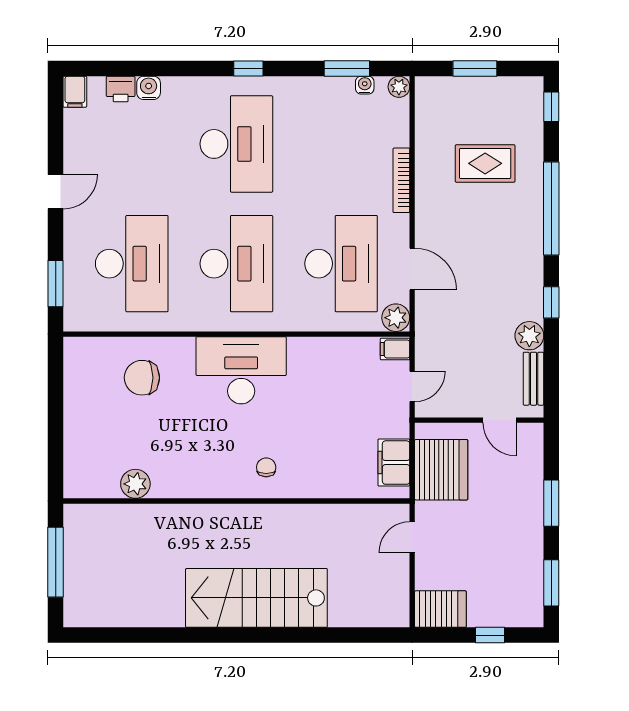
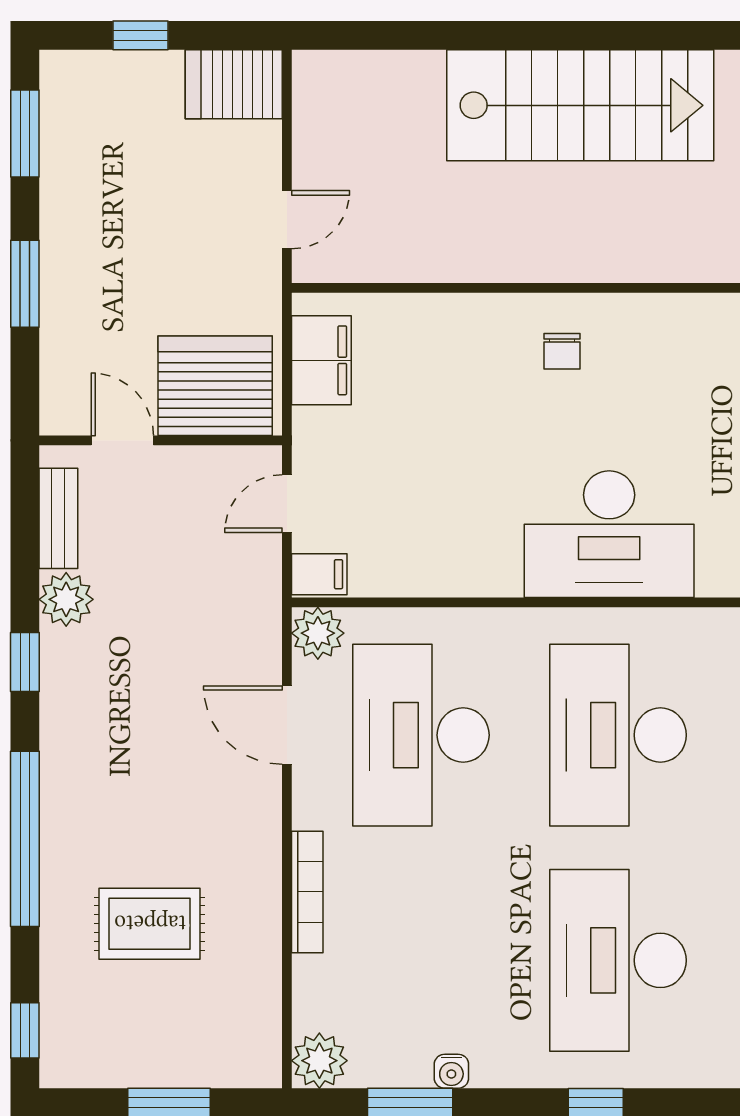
water cooler: (365, 85) -> (451, 1071), moved
plant: (399, 87) -> (319, 1061), width x1.38, depth x1.38
server rack: (441, 470) -> (215, 386), moved, turned 90

